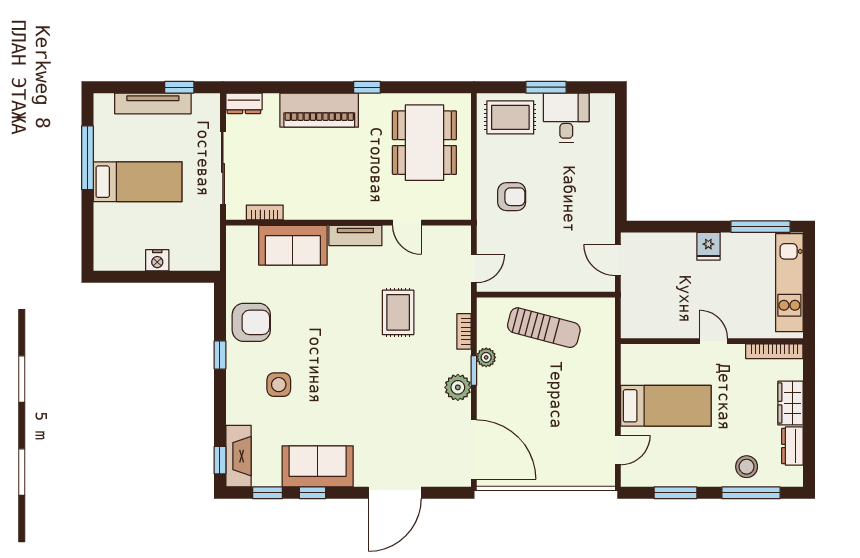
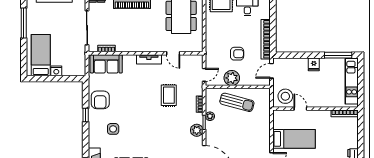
bed: (138, 182) -> (41, 55), moved, turned -90
bookcase: (605, 193) -> (266, 39), added
armchair: (512, 197) -> (237, 54), moved
sofa: (293, 245) -> (106, 64), moved
door: (618, 260) -> (271, 71), hinge flipped
plant: (533, 276) -> (232, 78), added
stool: (647, 315) -> (285, 96), added
armchair: (251, 322) -> (100, 100), turned 90
door: (713, 341) -> (300, 109), moved
wardrobe: (791, 403) -> (352, 138), removed

